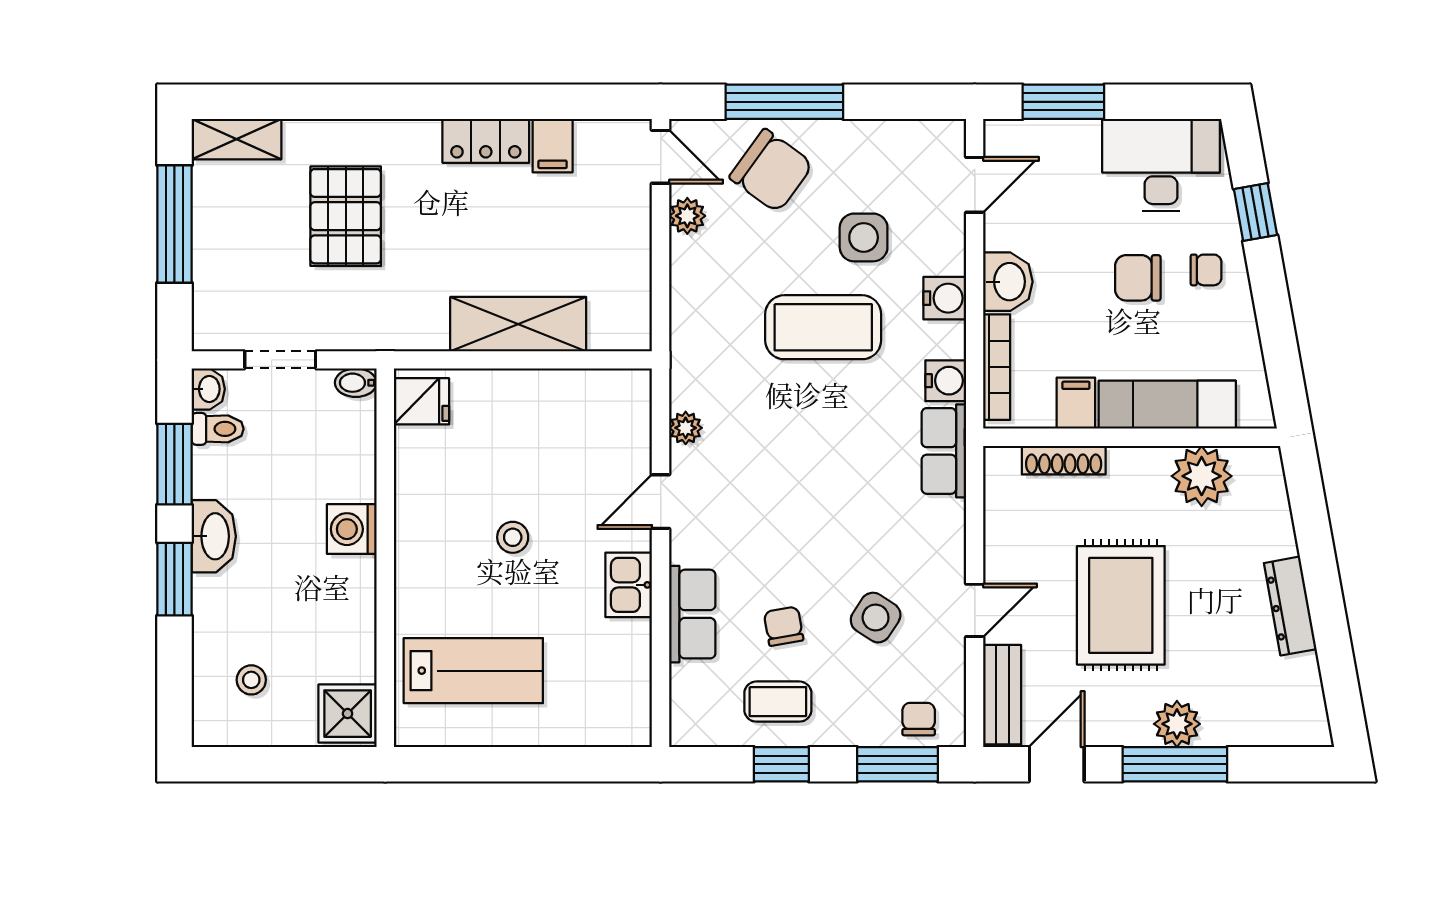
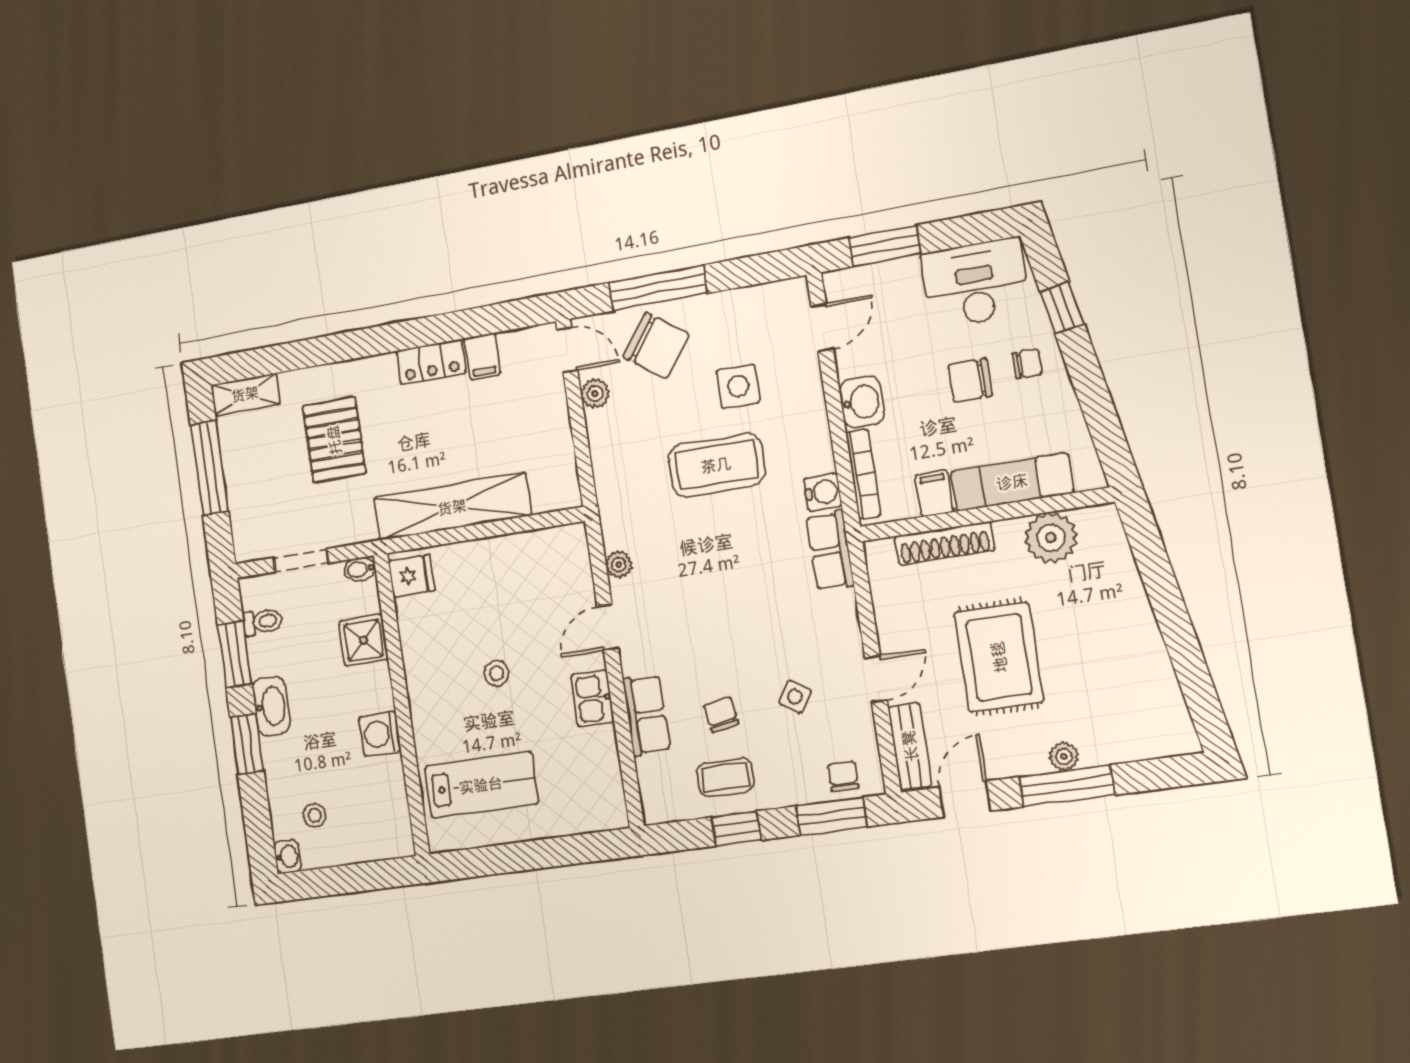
water cooler: (945, 298) -> (812, 425), removed
shelving: (518, 324) -> (452, 507), width x1.47
washbasin: (208, 389) -> (288, 856), moved
shoe rack: (1064, 460) -> (944, 543), width x1.36, depth x1.24
washing machine: (352, 529) -> (380, 734), moved
dresser: (1290, 606) -> (1146, 637), removed
side table: (876, 618) -> (795, 697), width x0.73, depth x0.73
shower: (348, 714) -> (363, 640), moved
plant: (1177, 724) -> (1064, 757), width x0.73, depth x0.73

